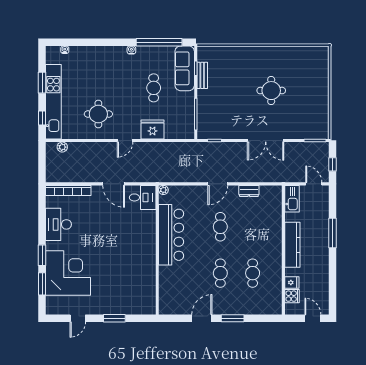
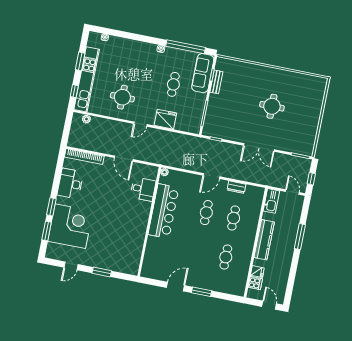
desk: (143, 197) -> (143, 189), moved
cafe table: (220, 273) -> (234, 218), moved

